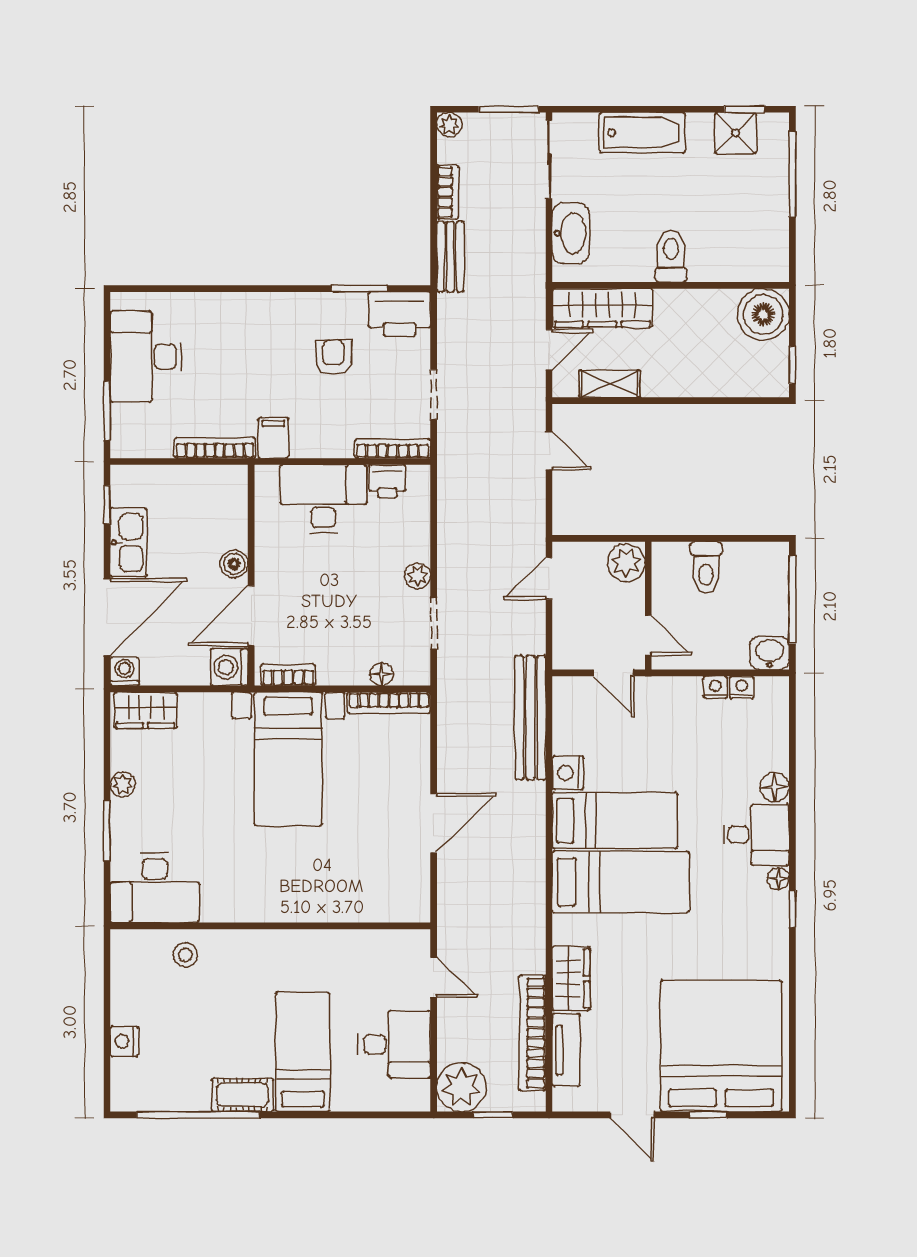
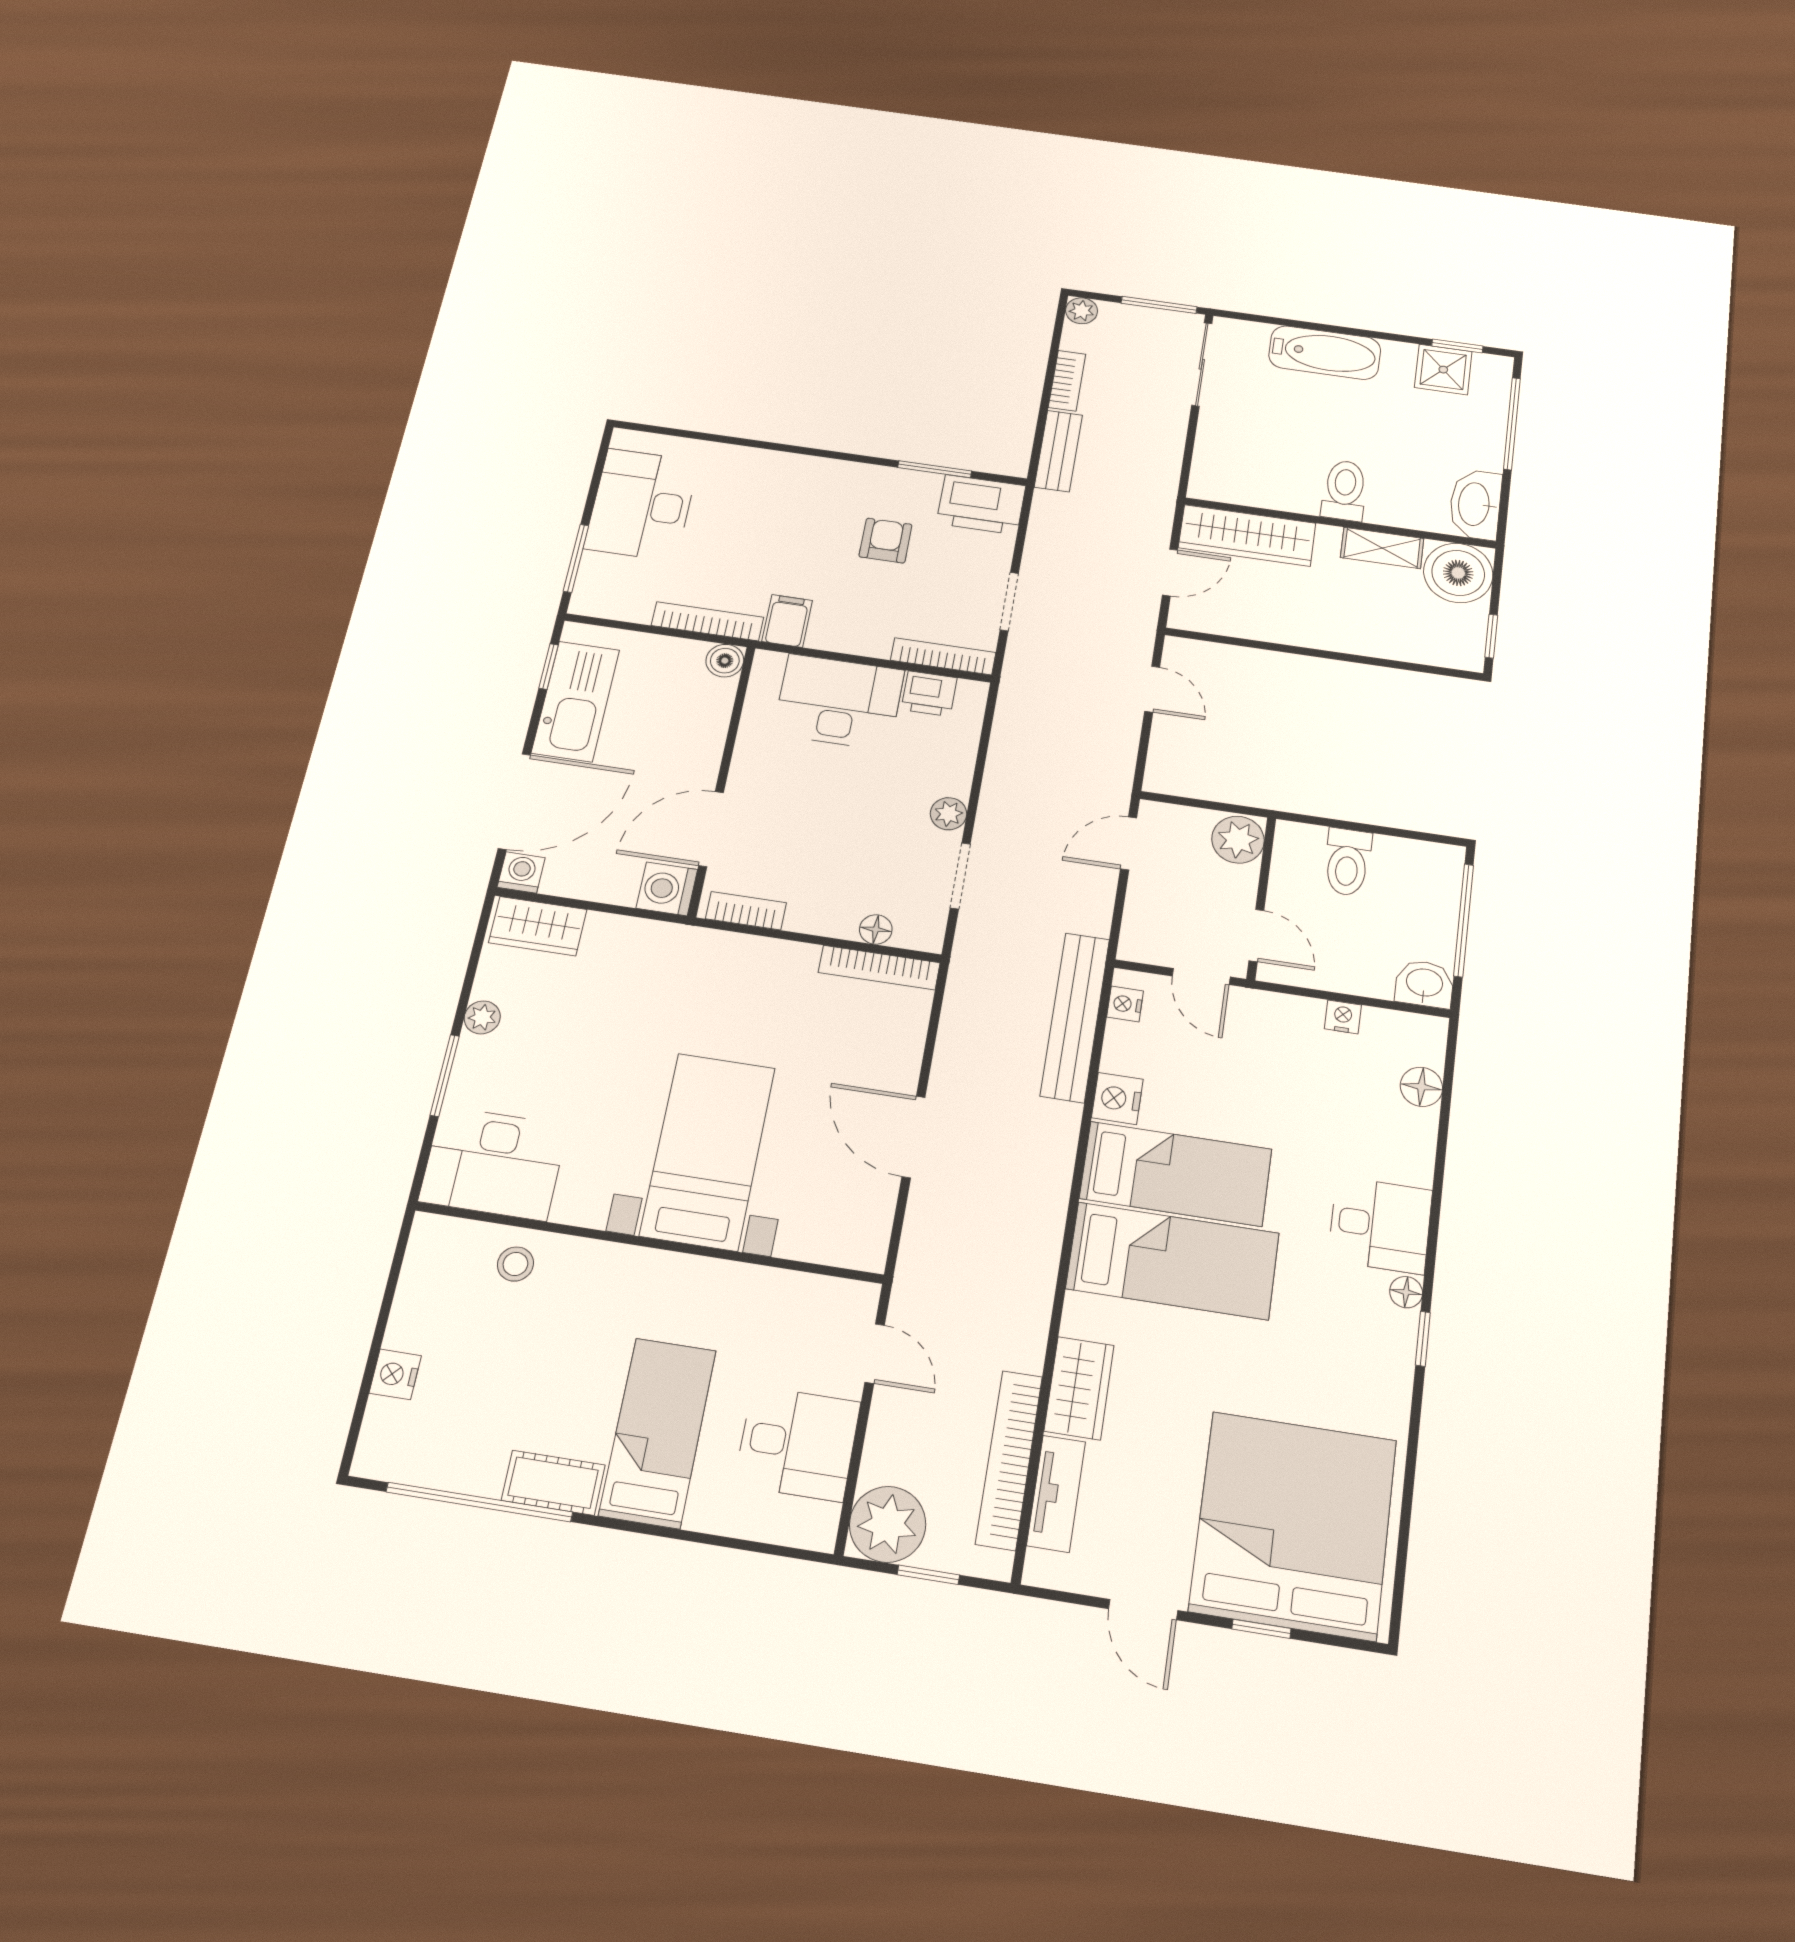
washbasin: (571, 233) -> (1475, 504), moved, turned 180
shelving: (610, 384) -> (1382, 548), moved
kitchen sink: (128, 542) -> (575, 701), width x1.36, depth x1.24
boiler: (234, 564) -> (725, 661), moved
nightstand: (742, 687) -> (1125, 1004), moved, turned -90
bed with nightstands: (288, 759) -> (708, 1151), moved, turned 180
floor lamp: (775, 787) -> (1421, 1087), moved
door: (434, 823) -> (913, 1137), swing flipped

